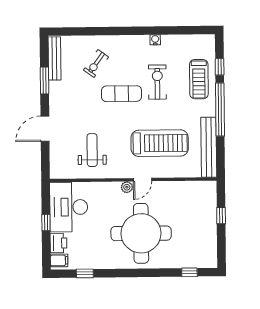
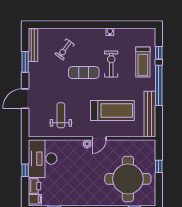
round table: (141, 233) -> (128, 179), moved

